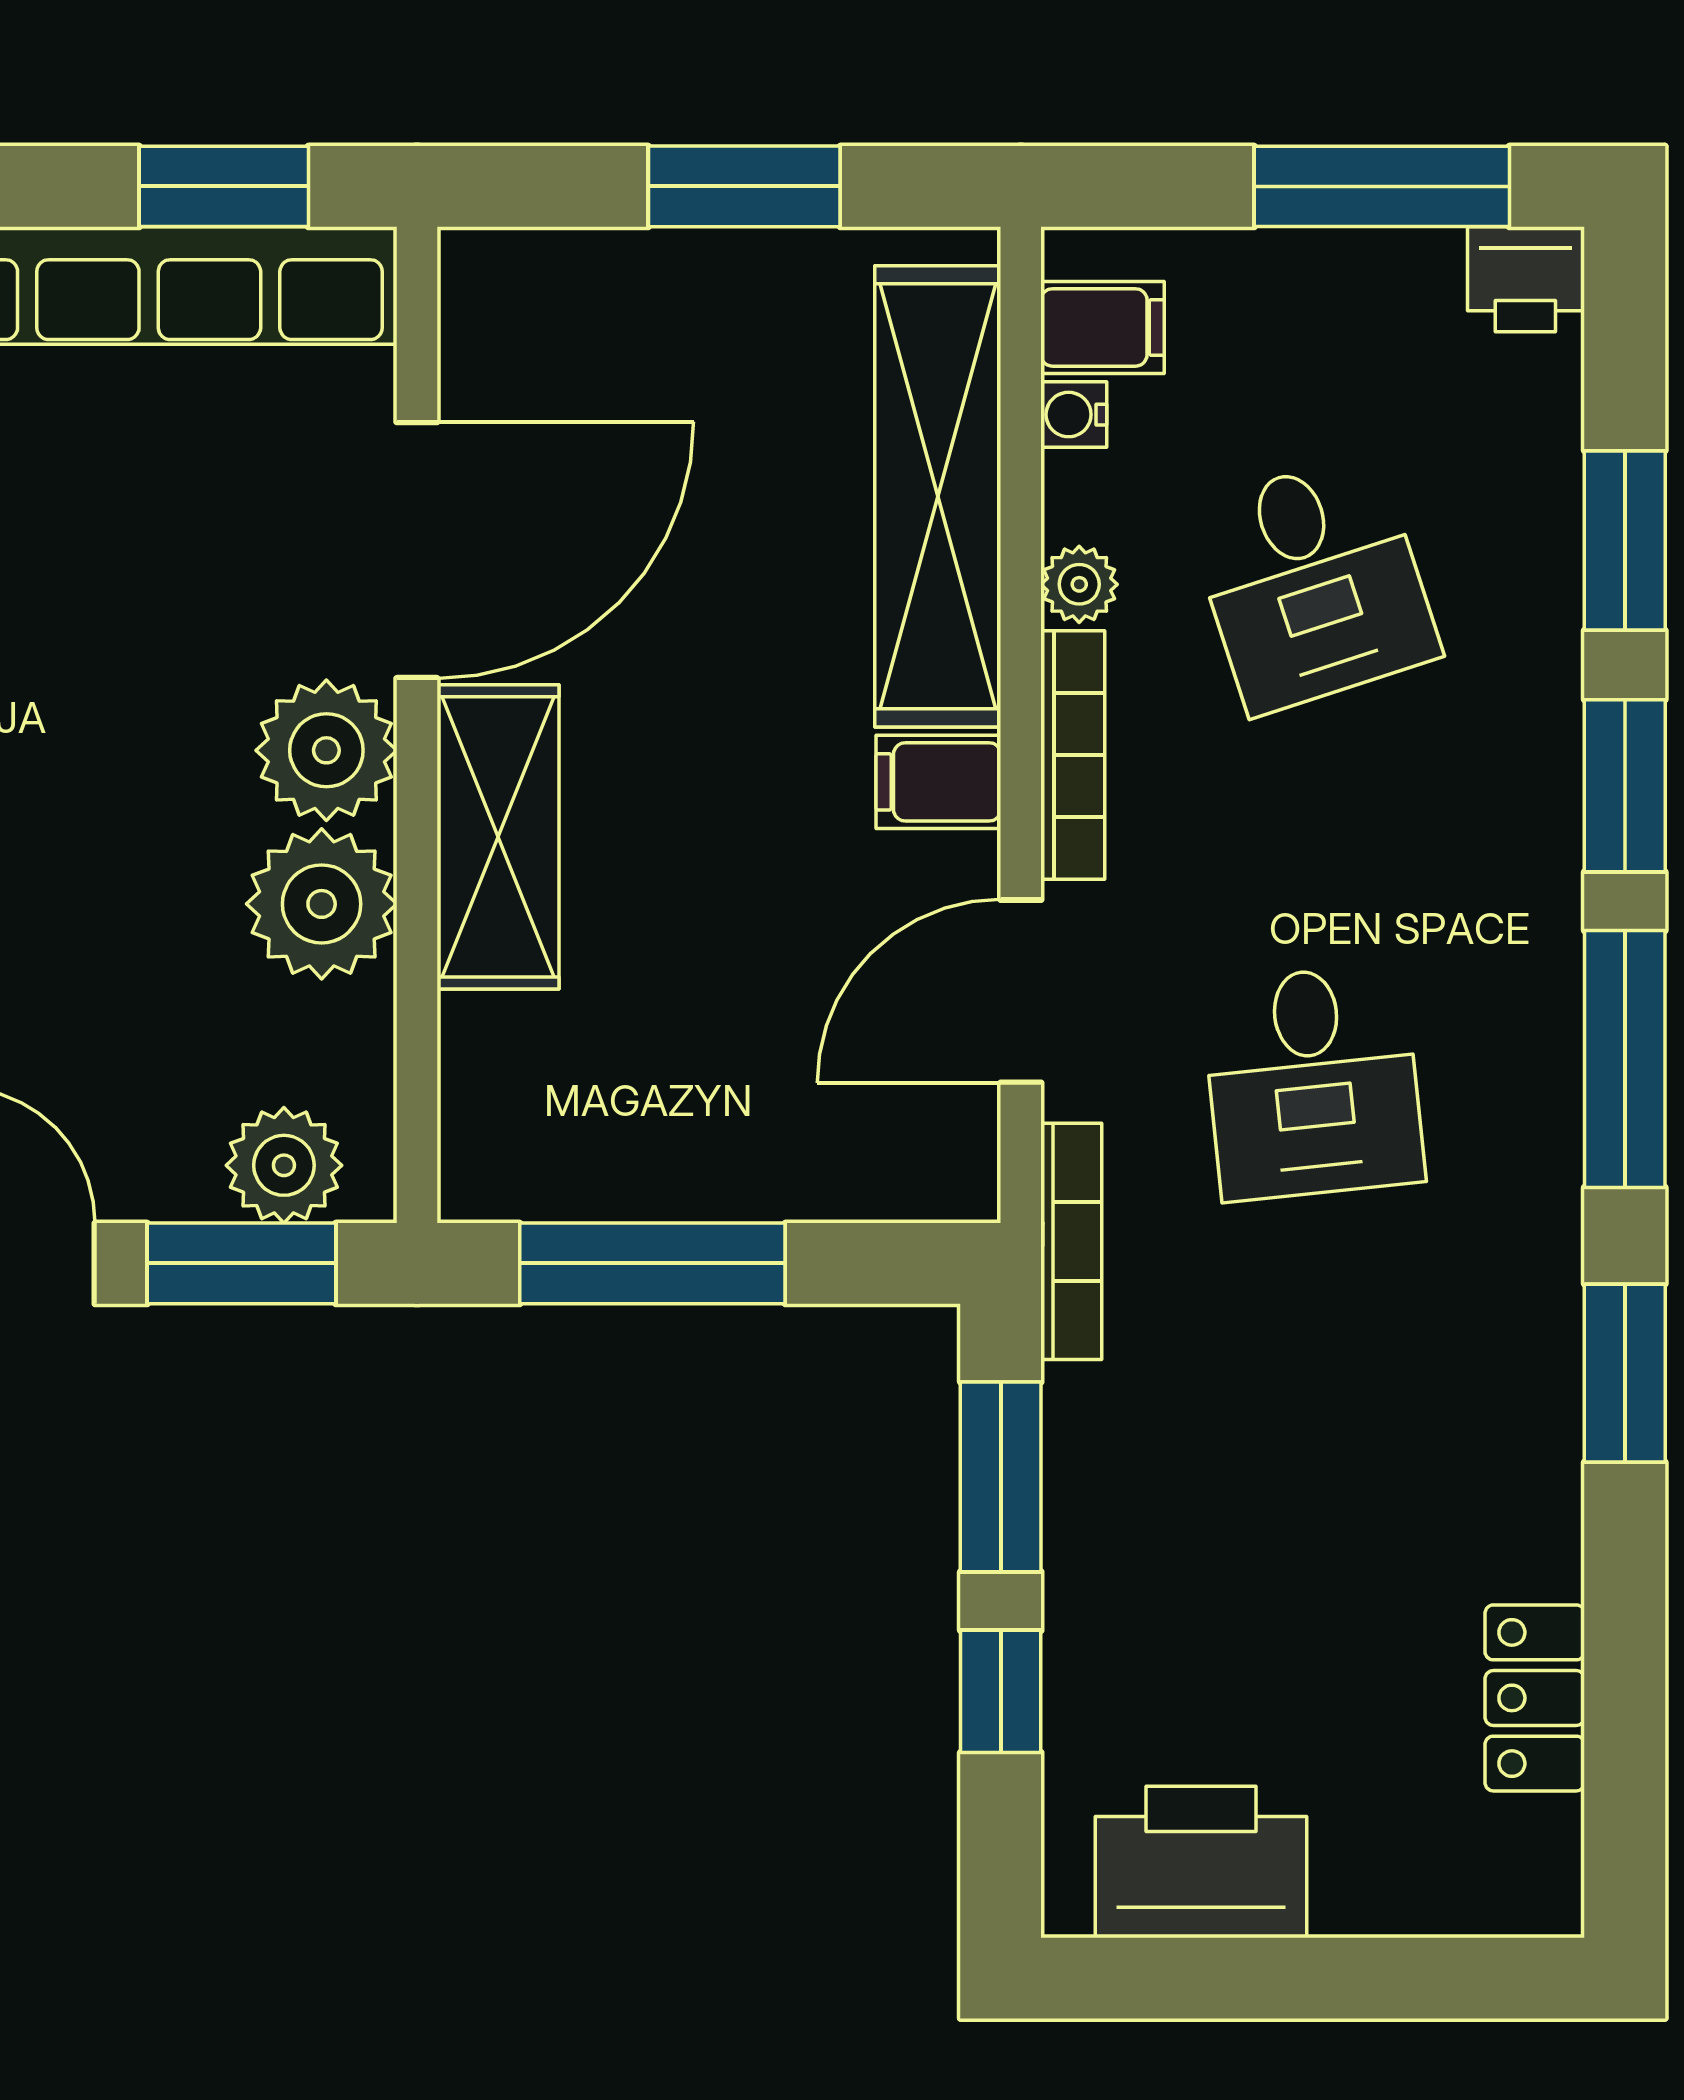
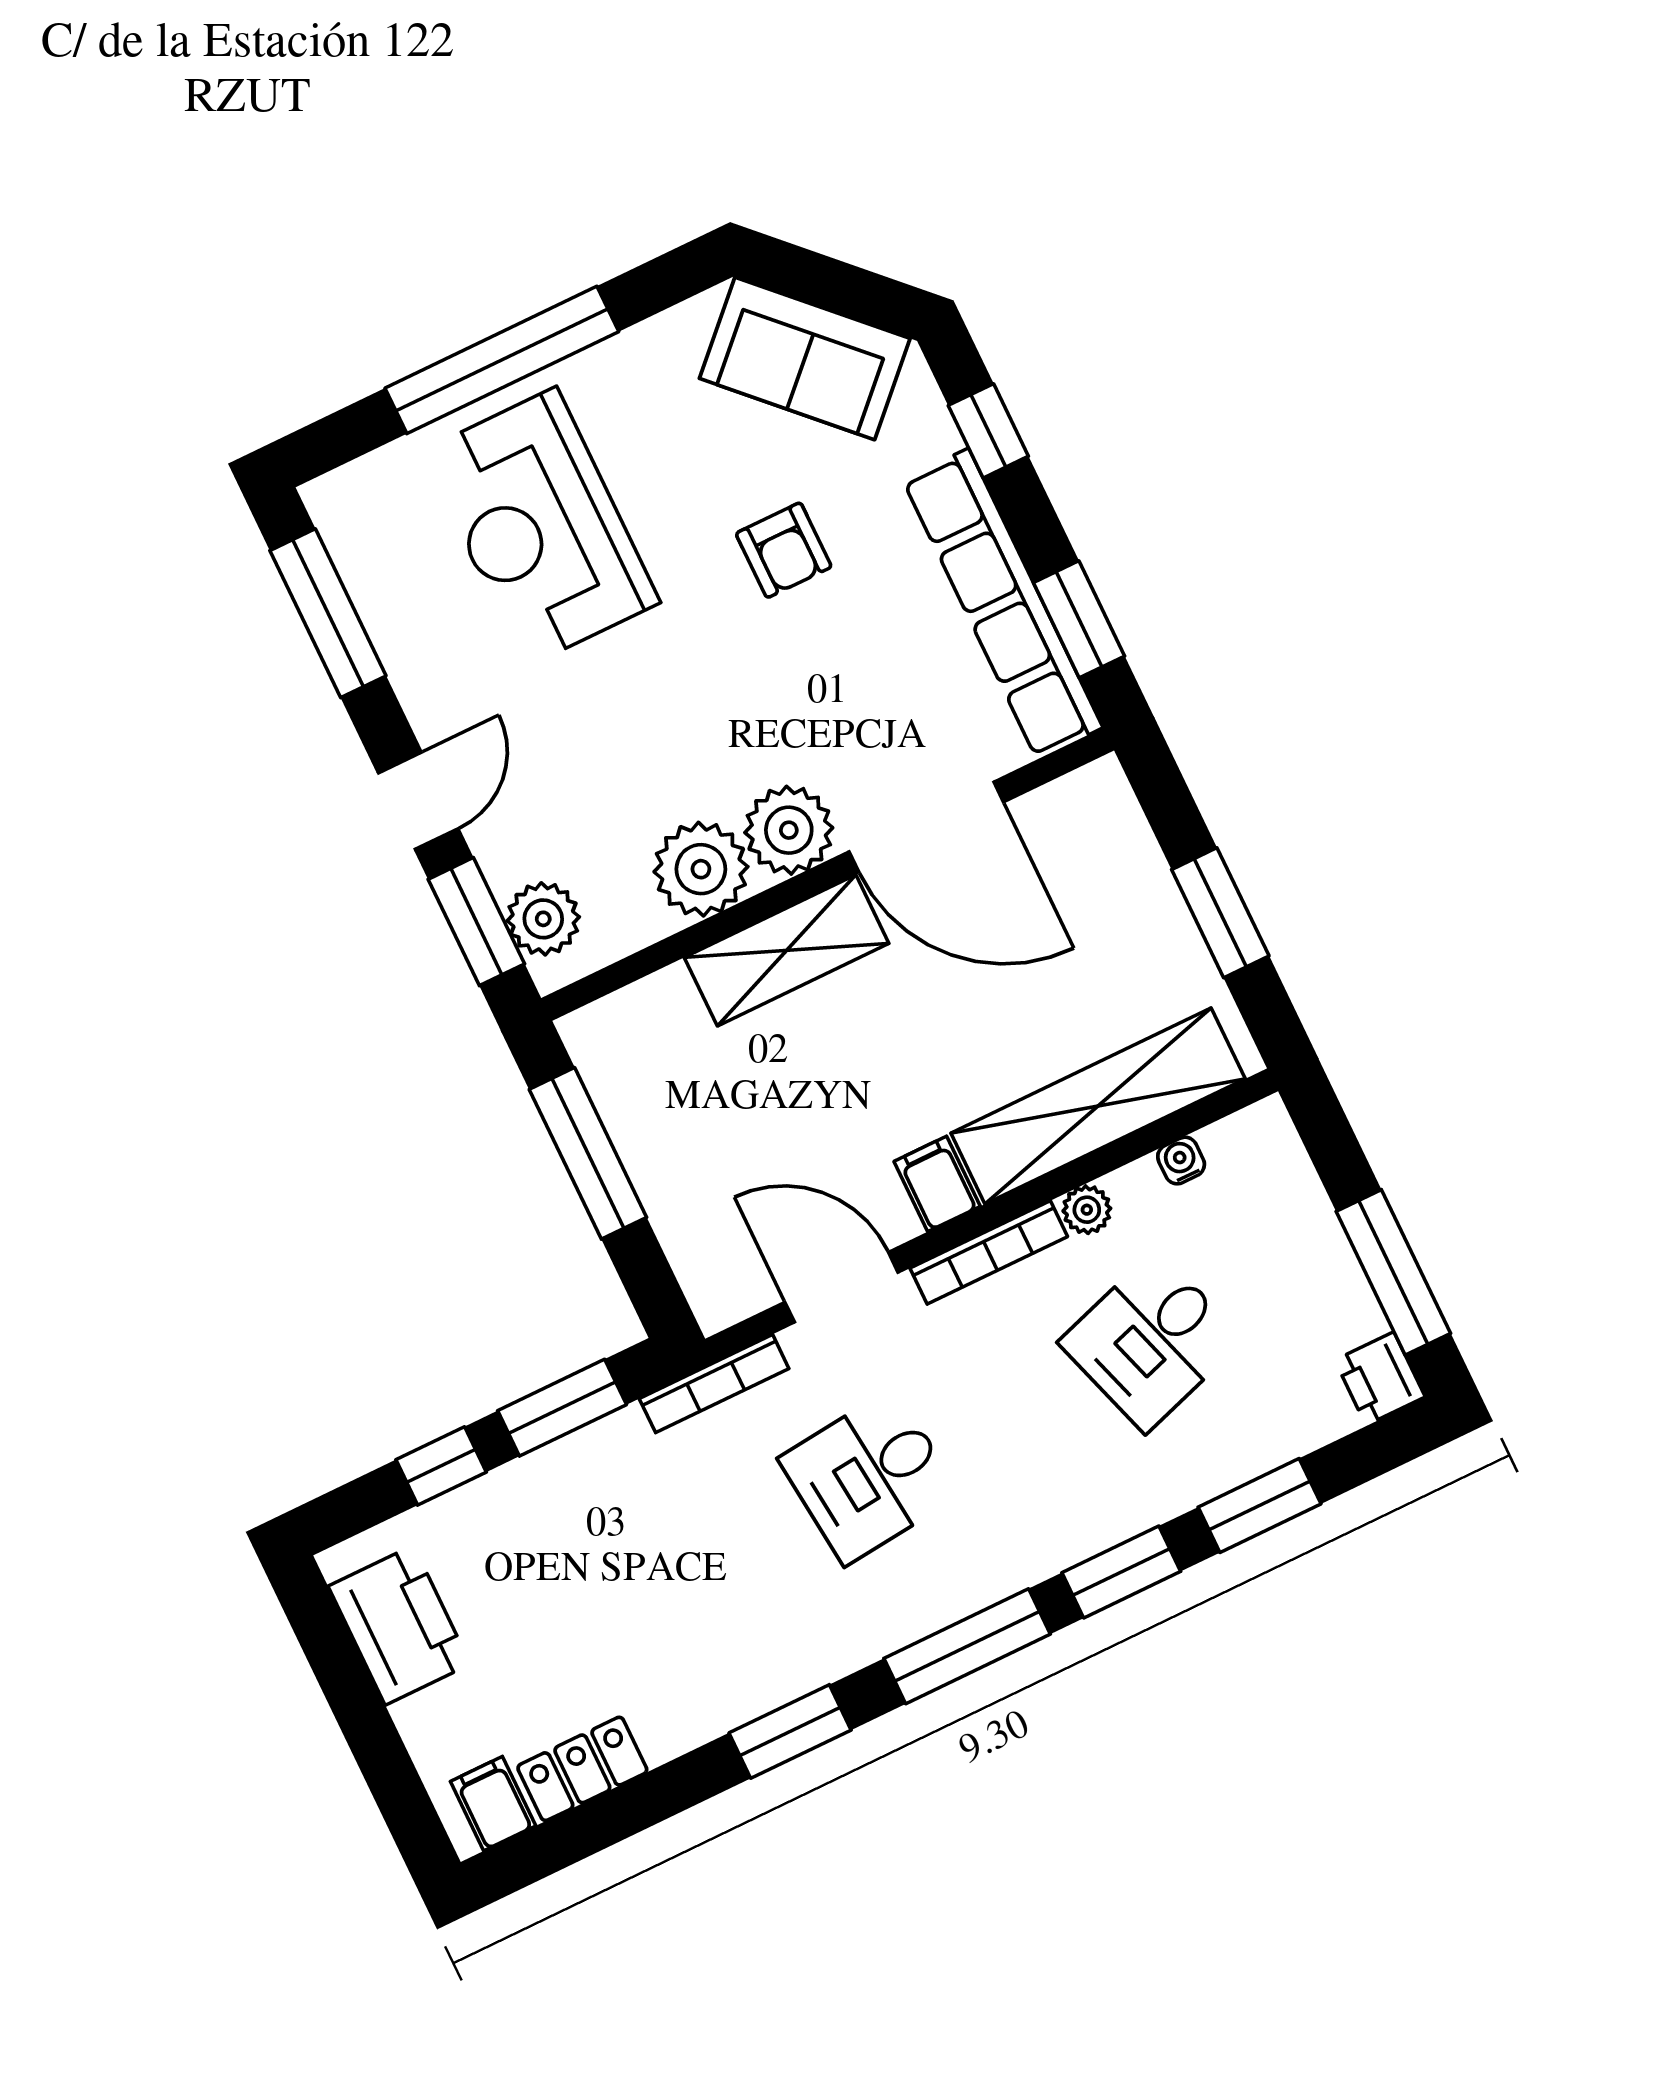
filing cabinet: (1103, 327) -> (493, 1804), moved, turned 180

